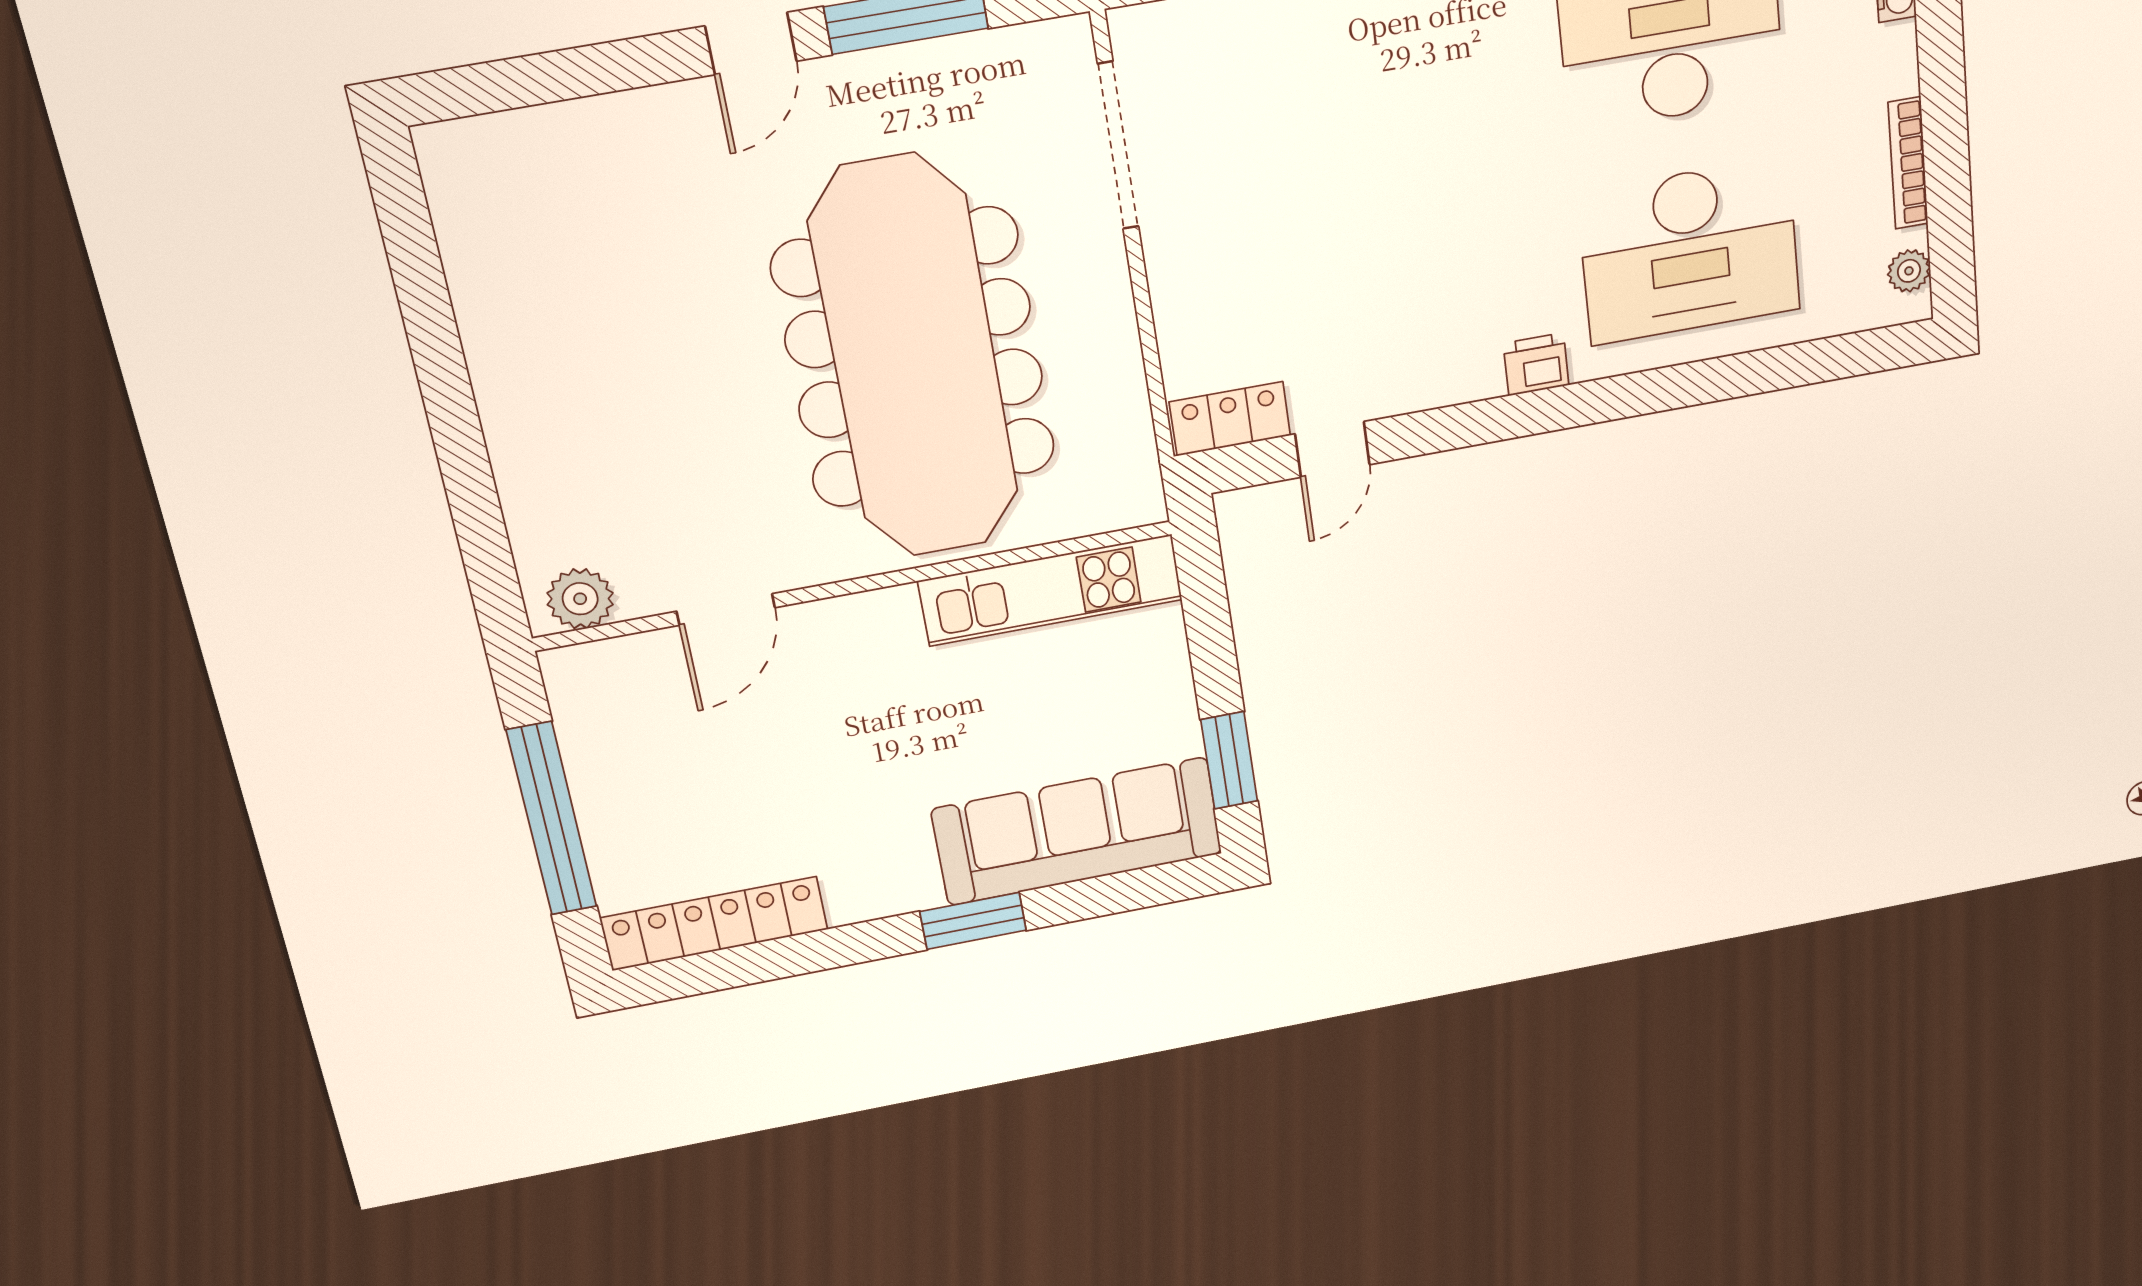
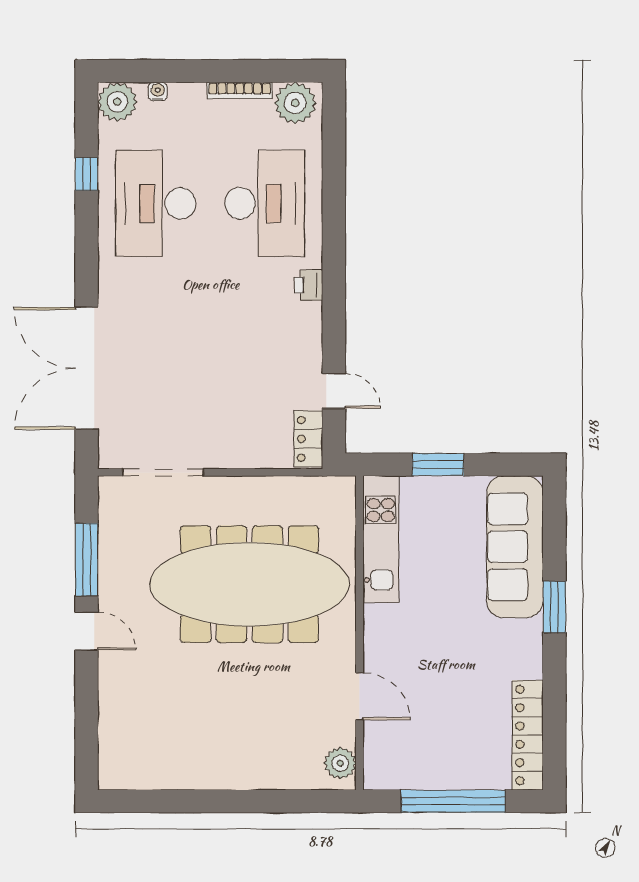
plant: (1909, 271) -> (295, 103), width x1.88, depth x1.88
window: (1229, 760) -> (438, 465), moved

